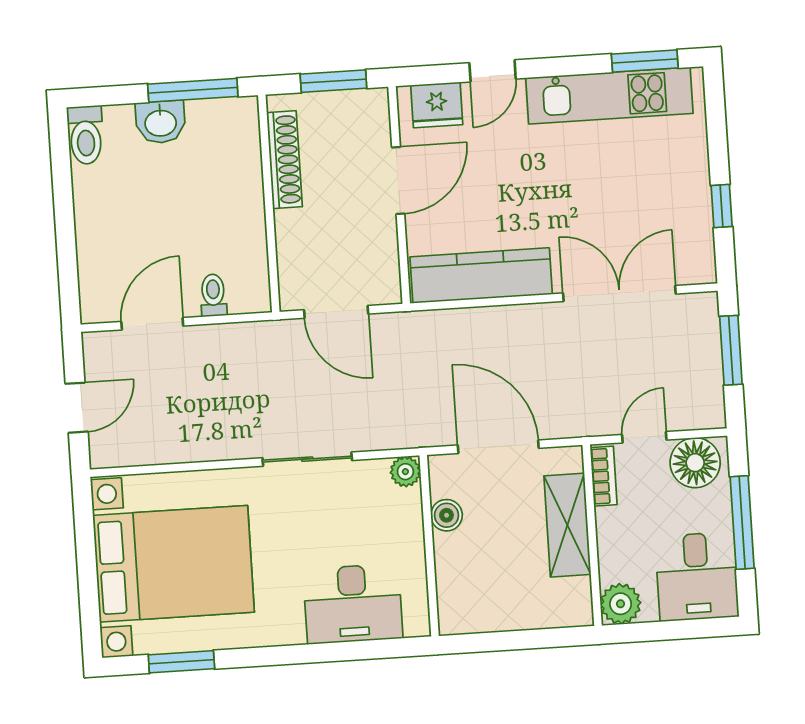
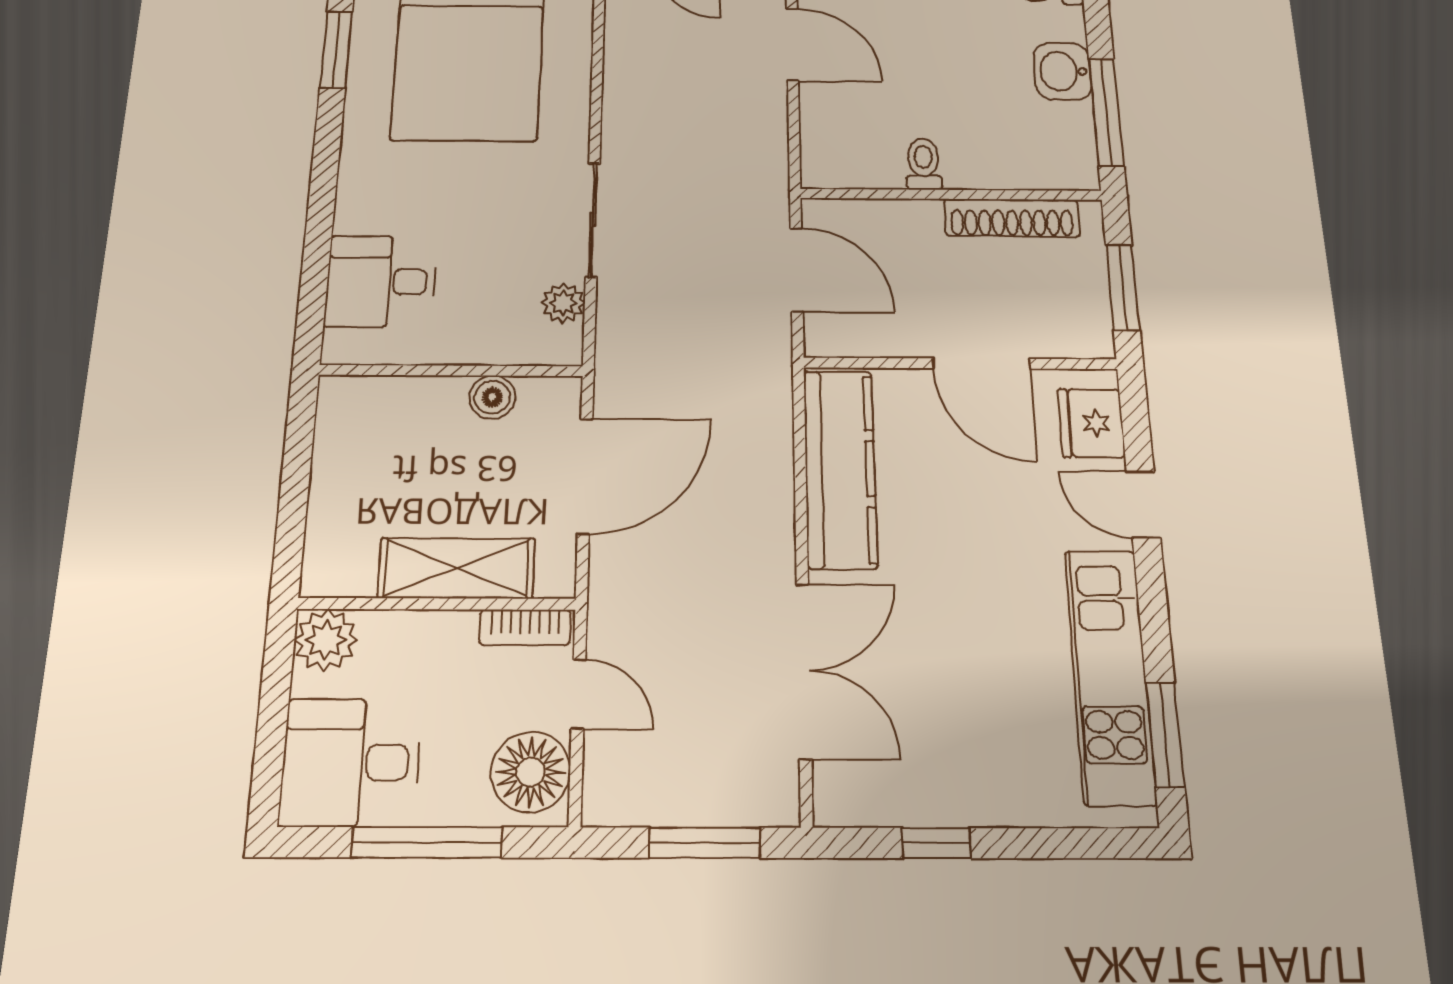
toilet: (213, 295) -> (923, 164), moved, turned -90
door: (336, 312) -> (797, 270), swing flipped
plant: (405, 472) -> (563, 303), moved
desk: (353, 604) -> (381, 281), width x0.73

